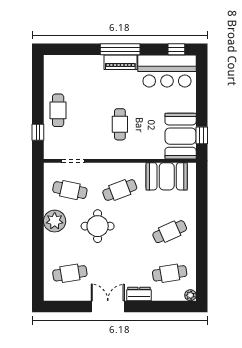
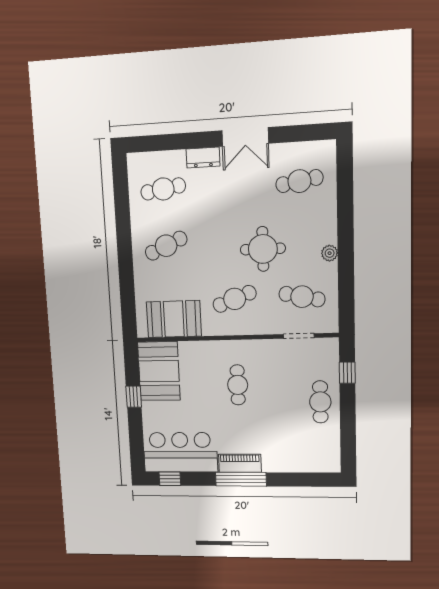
window: (202, 135) -> (134, 397), moved
plant: (55, 221) -> (330, 253), width x0.53, depth x0.53
plant: (190, 295) -> (134, 160), removed

